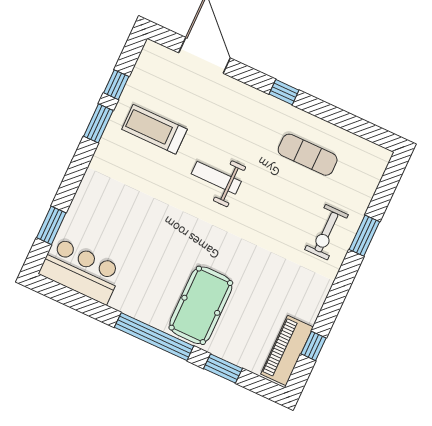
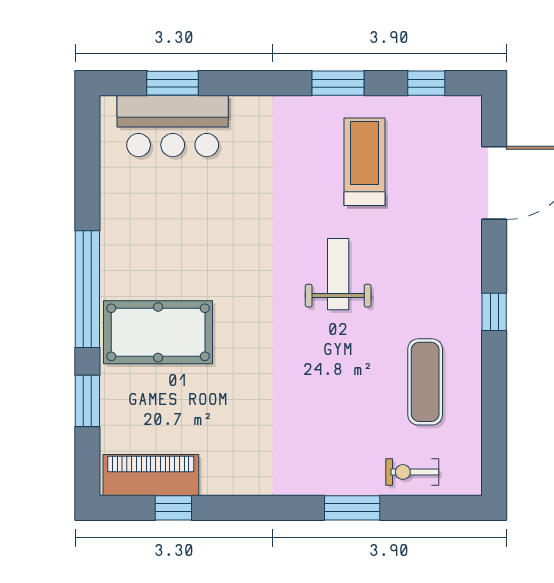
window: (116, 85) -> (426, 83), moved
exercise bike: (326, 232) -> (412, 472), moved, width x0.73, depth x0.72
bar counter: (81, 271) -> (173, 126), moved, turned 90

